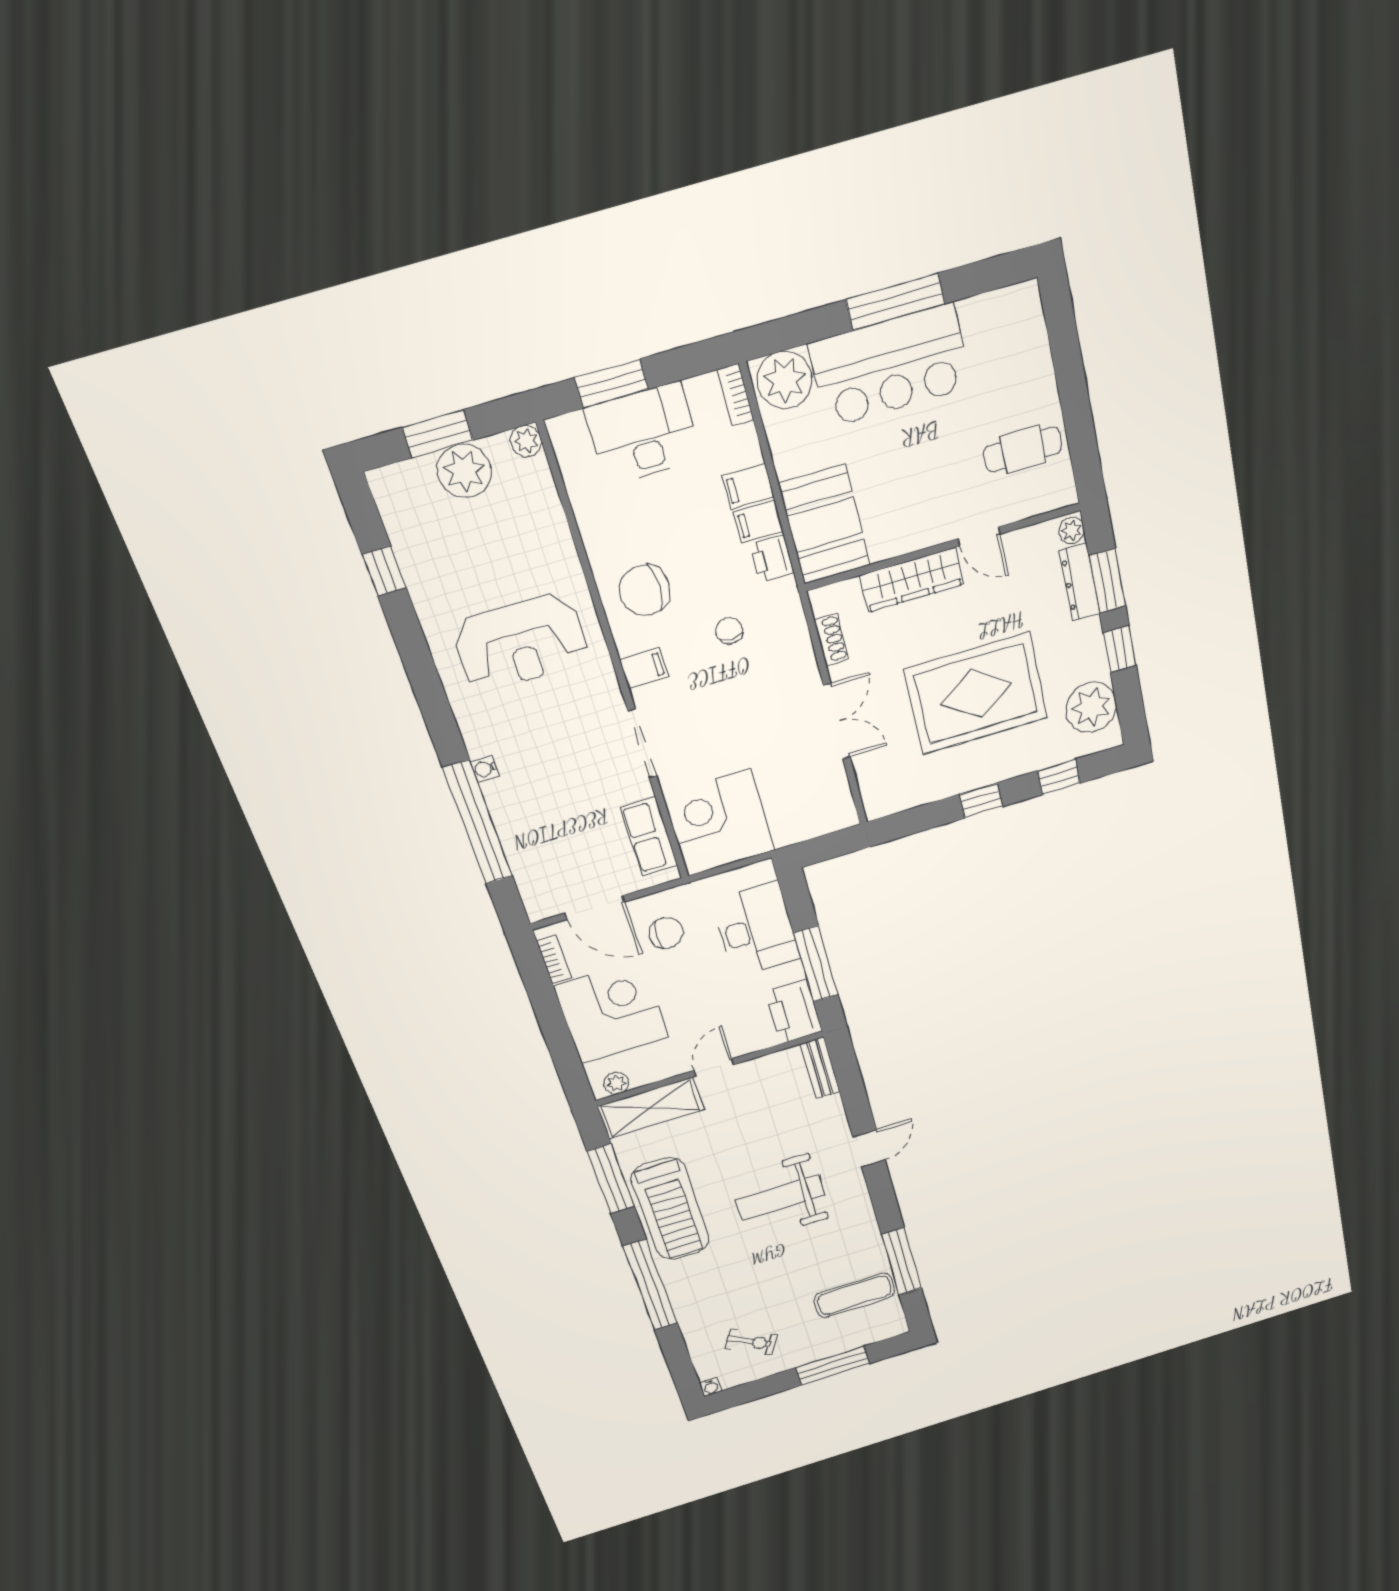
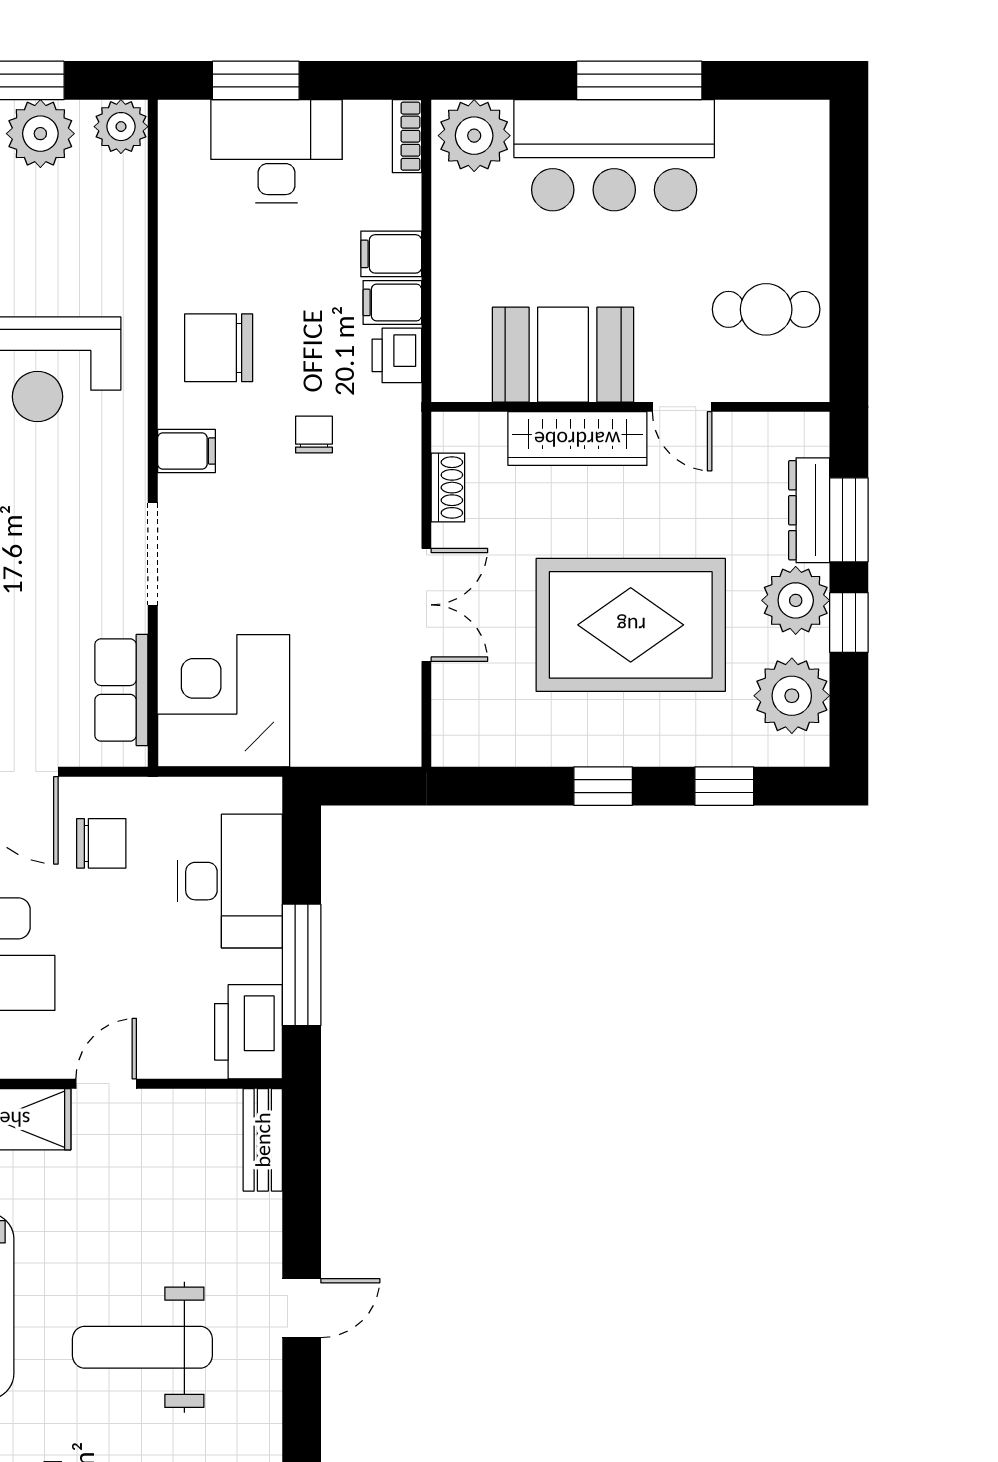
plant: (526, 441) -> (121, 127), width x1.38, depth x1.38
booth: (825, 525) -> (563, 355), moved, turned 90
plant: (1072, 531) -> (796, 600), moved, width x1.88, depth x1.88

